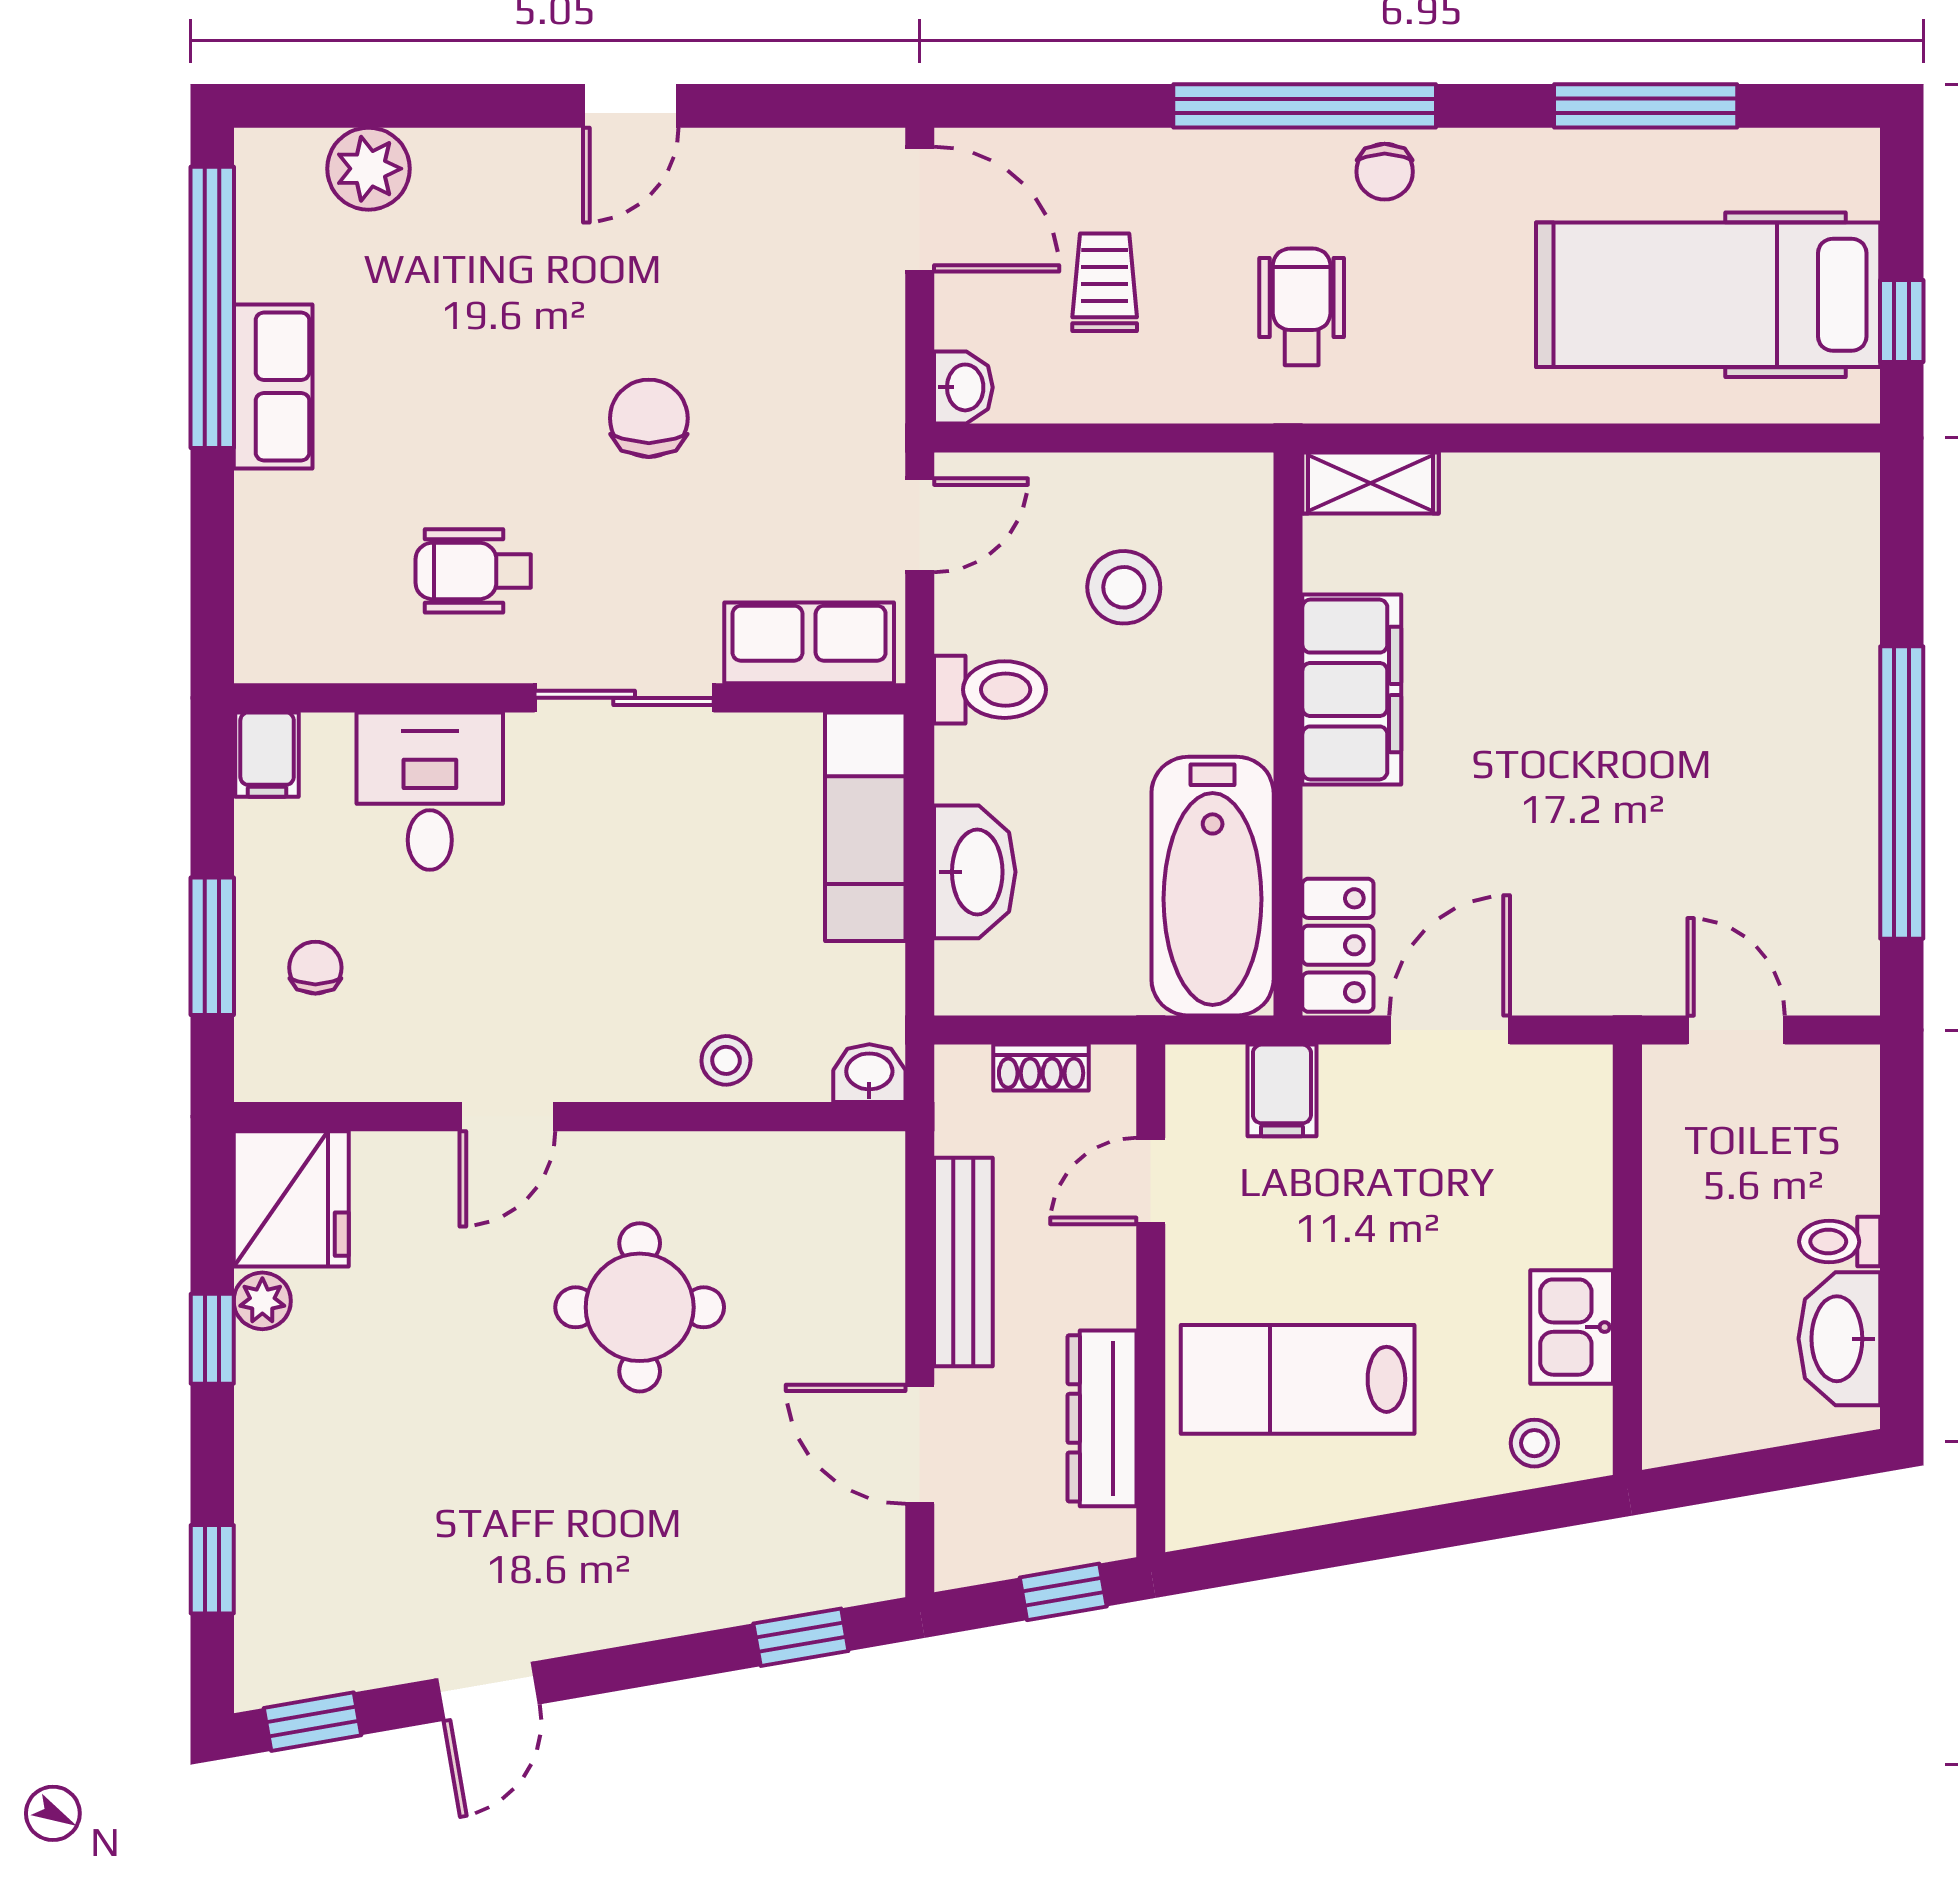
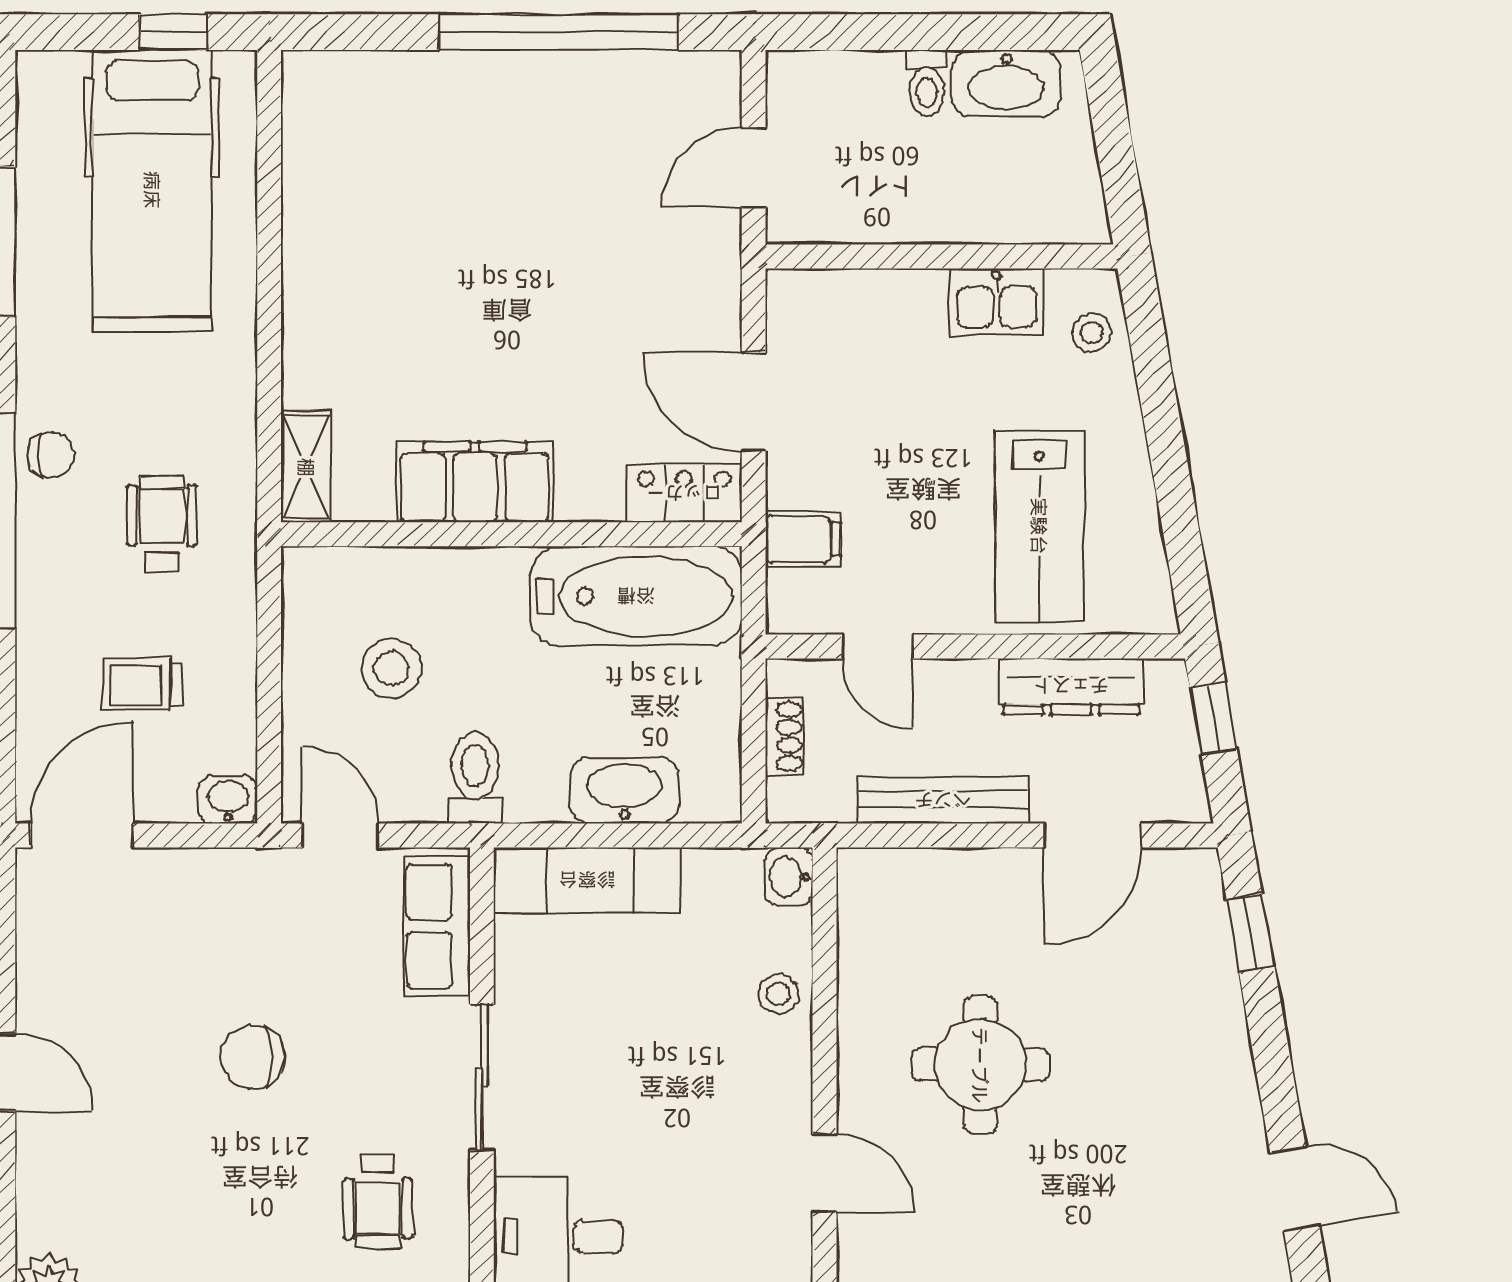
wheelchair: (1302, 307) -> (162, 523), turned 90

